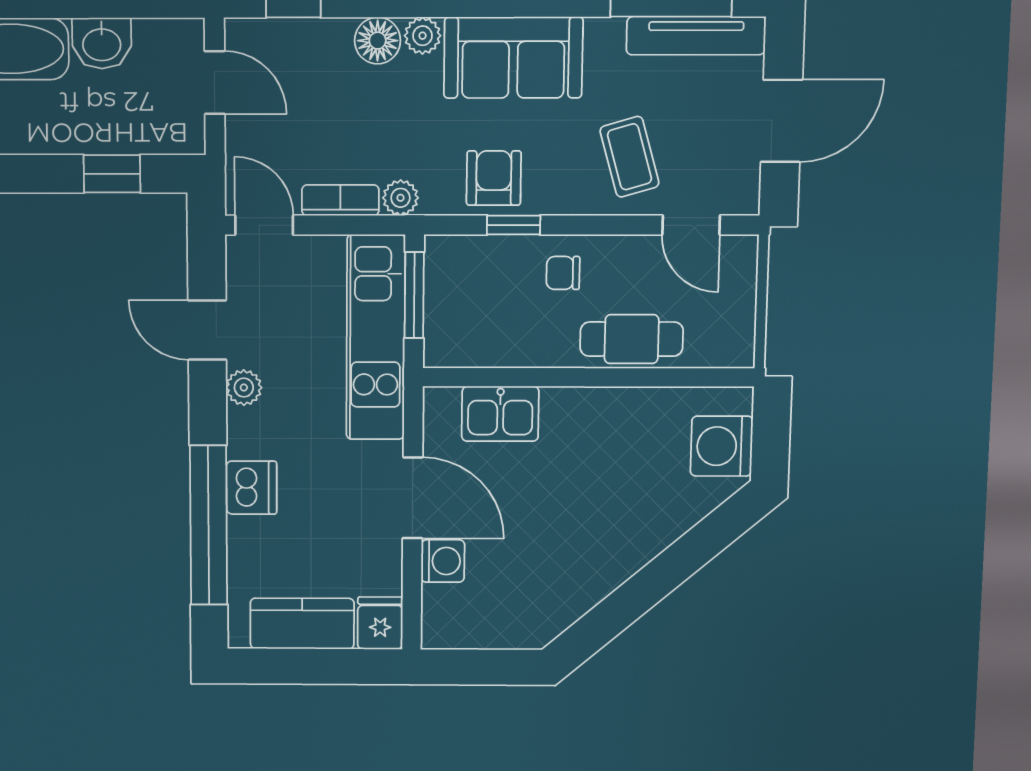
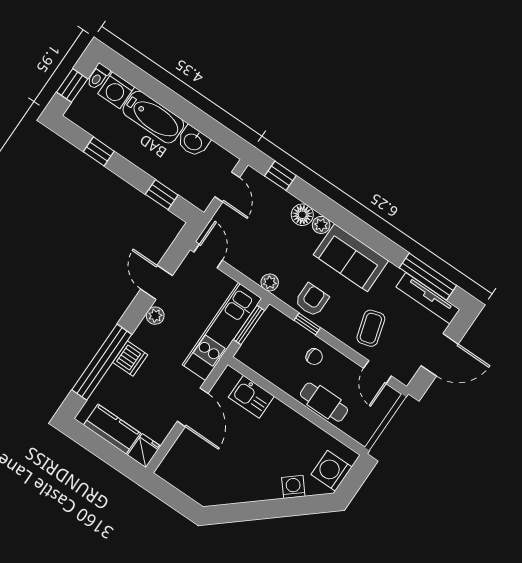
bookcase: (340, 200) -> (245, 267), removed
chair: (563, 273) -> (314, 357), turned 180
washing machine: (443, 561) -> (293, 487), moved, turned -130

